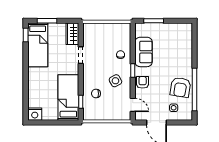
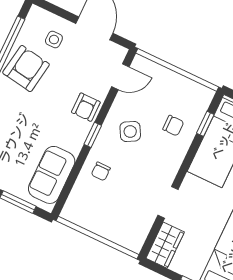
sofa: (144, 52) -> (52, 175), moved
door: (133, 105) -> (120, 77), swing flipped

